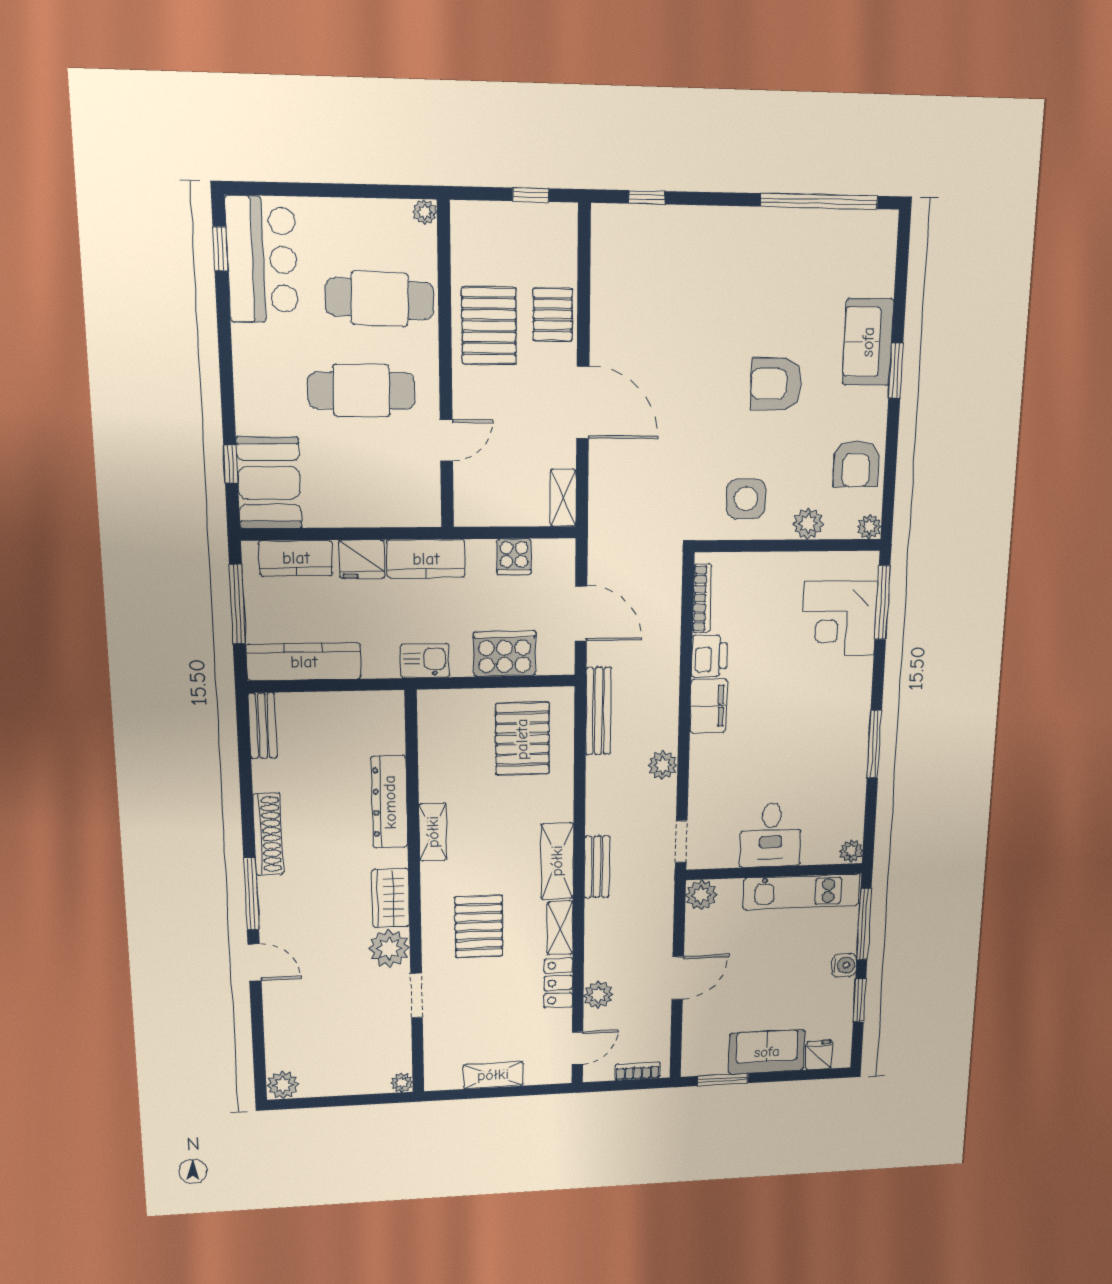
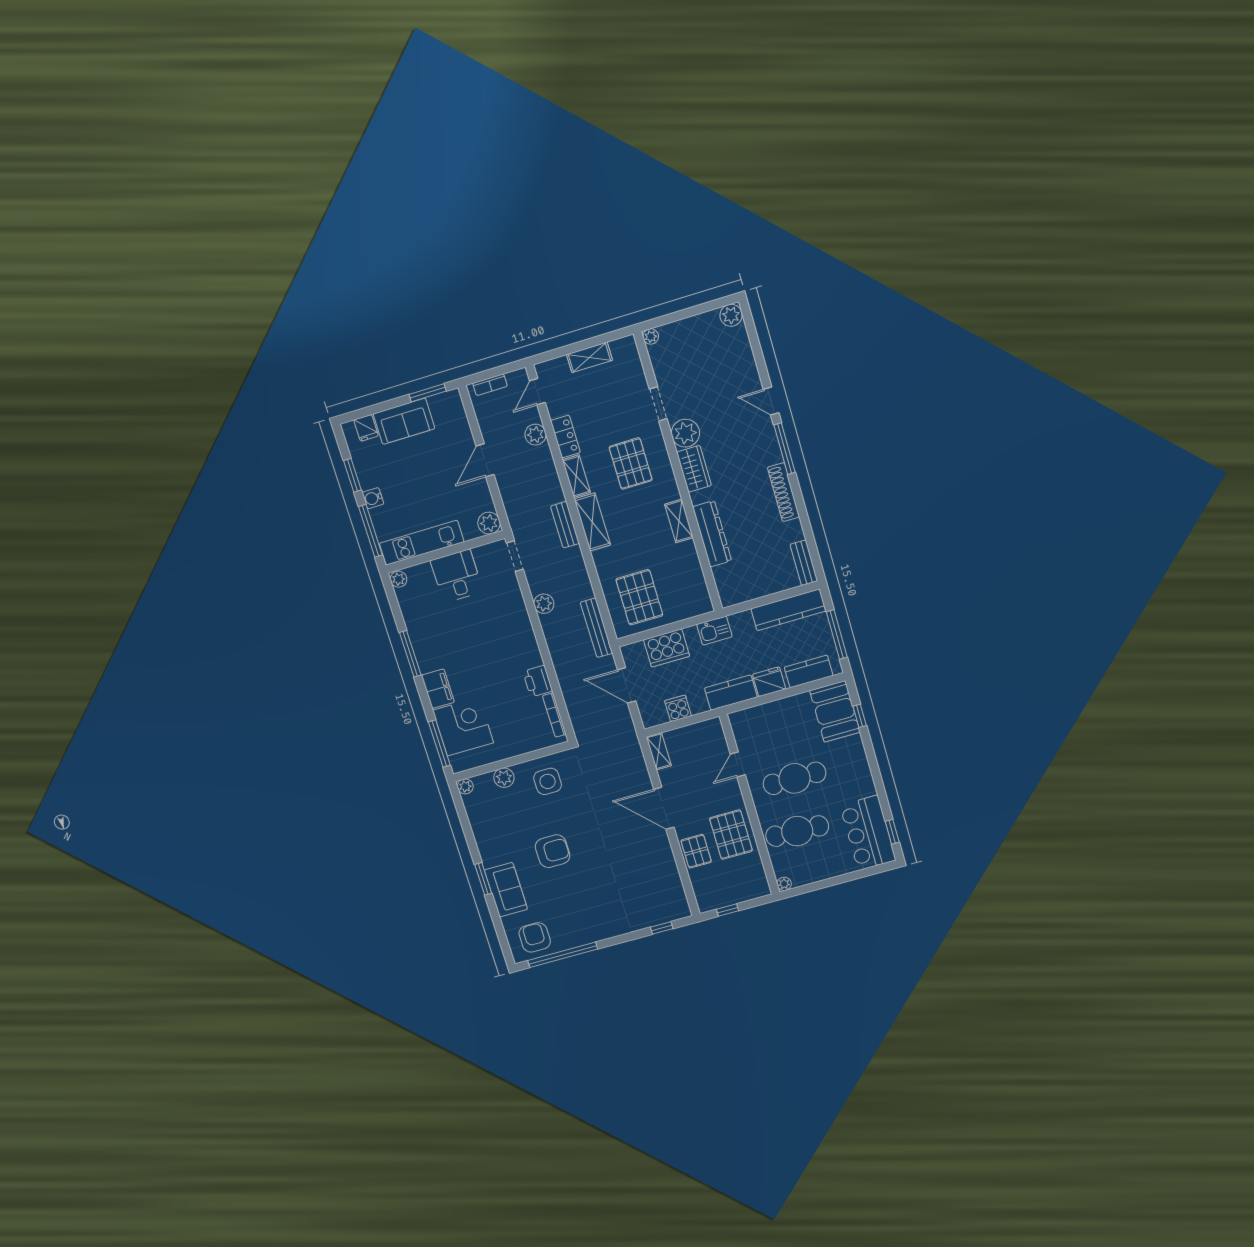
armchair: (856, 464) -> (535, 937), moved
filing cabinet: (708, 706) -> (438, 689), moved, turned 180

